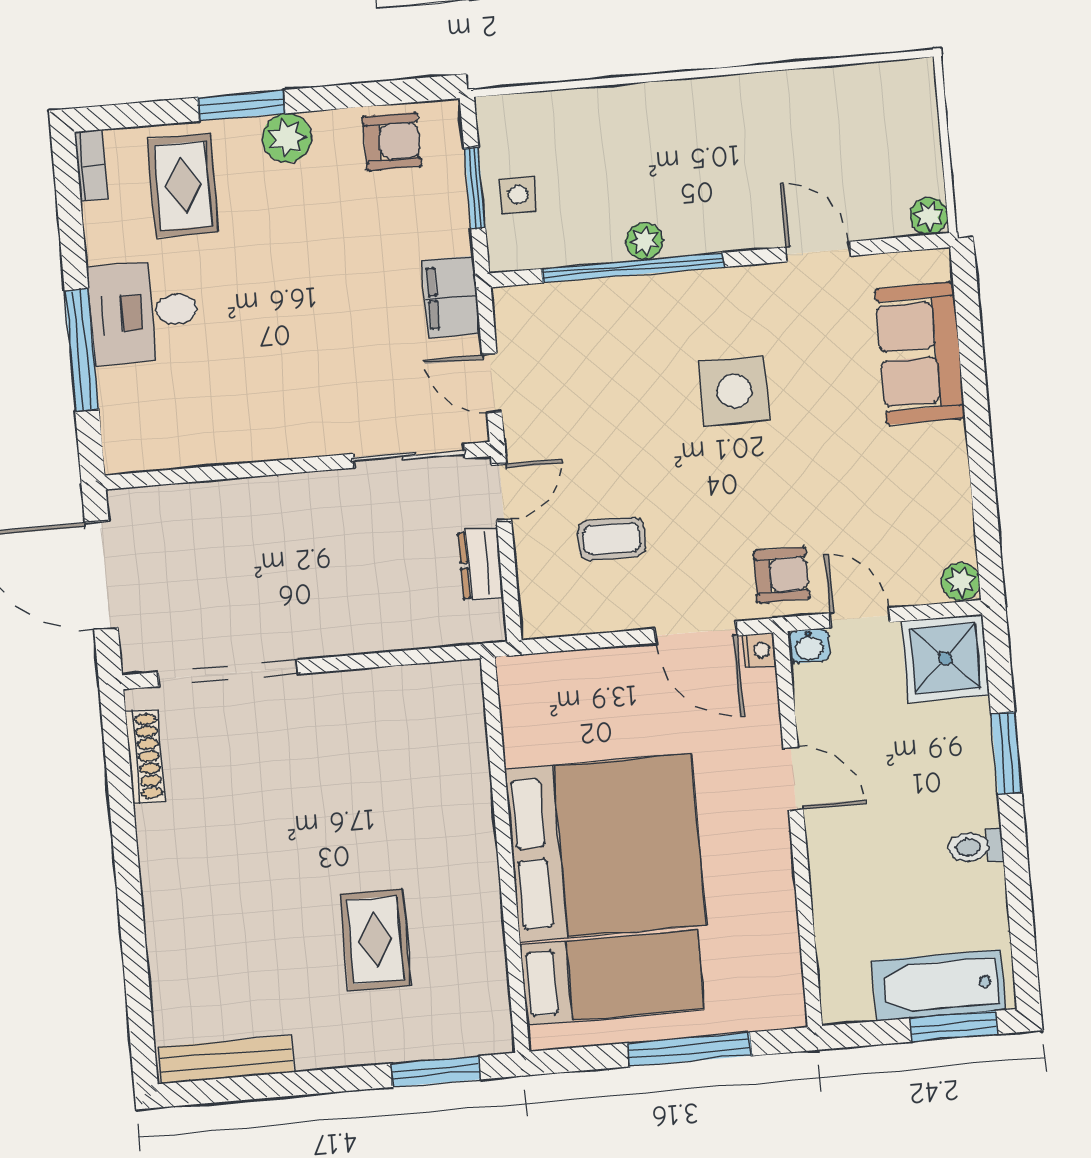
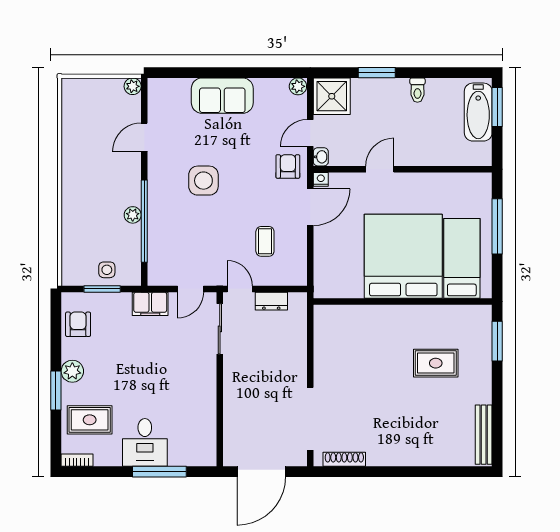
sofa: (920, 353) -> (222, 96), moved

